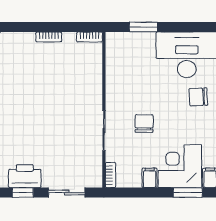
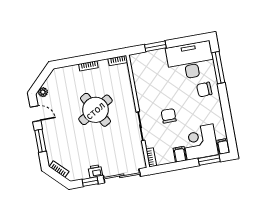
round table: (47, 98) -> (95, 110), added
printer: (25, 176) -> (95, 171), width x0.53, depth x0.68
sliding door: (67, 193) -> (122, 176), width x1.37

